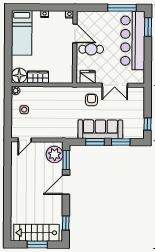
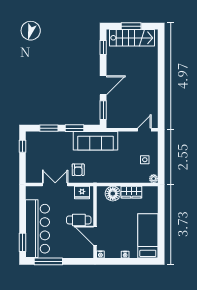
floor lamp: (19, 76) -> (113, 194), moved
sofa: (100, 129) -> (96, 141), moved
plant: (55, 154) -> (115, 115), removed

